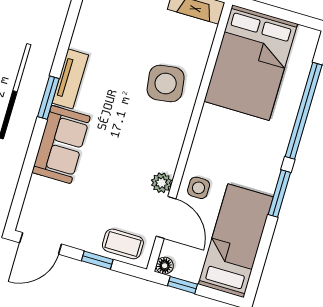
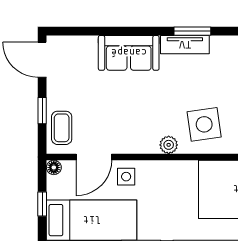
window: (48, 98) -> (192, 31), moved
plant: (161, 183) -> (169, 145), moved
window: (183, 285) -> (42, 204), moved

